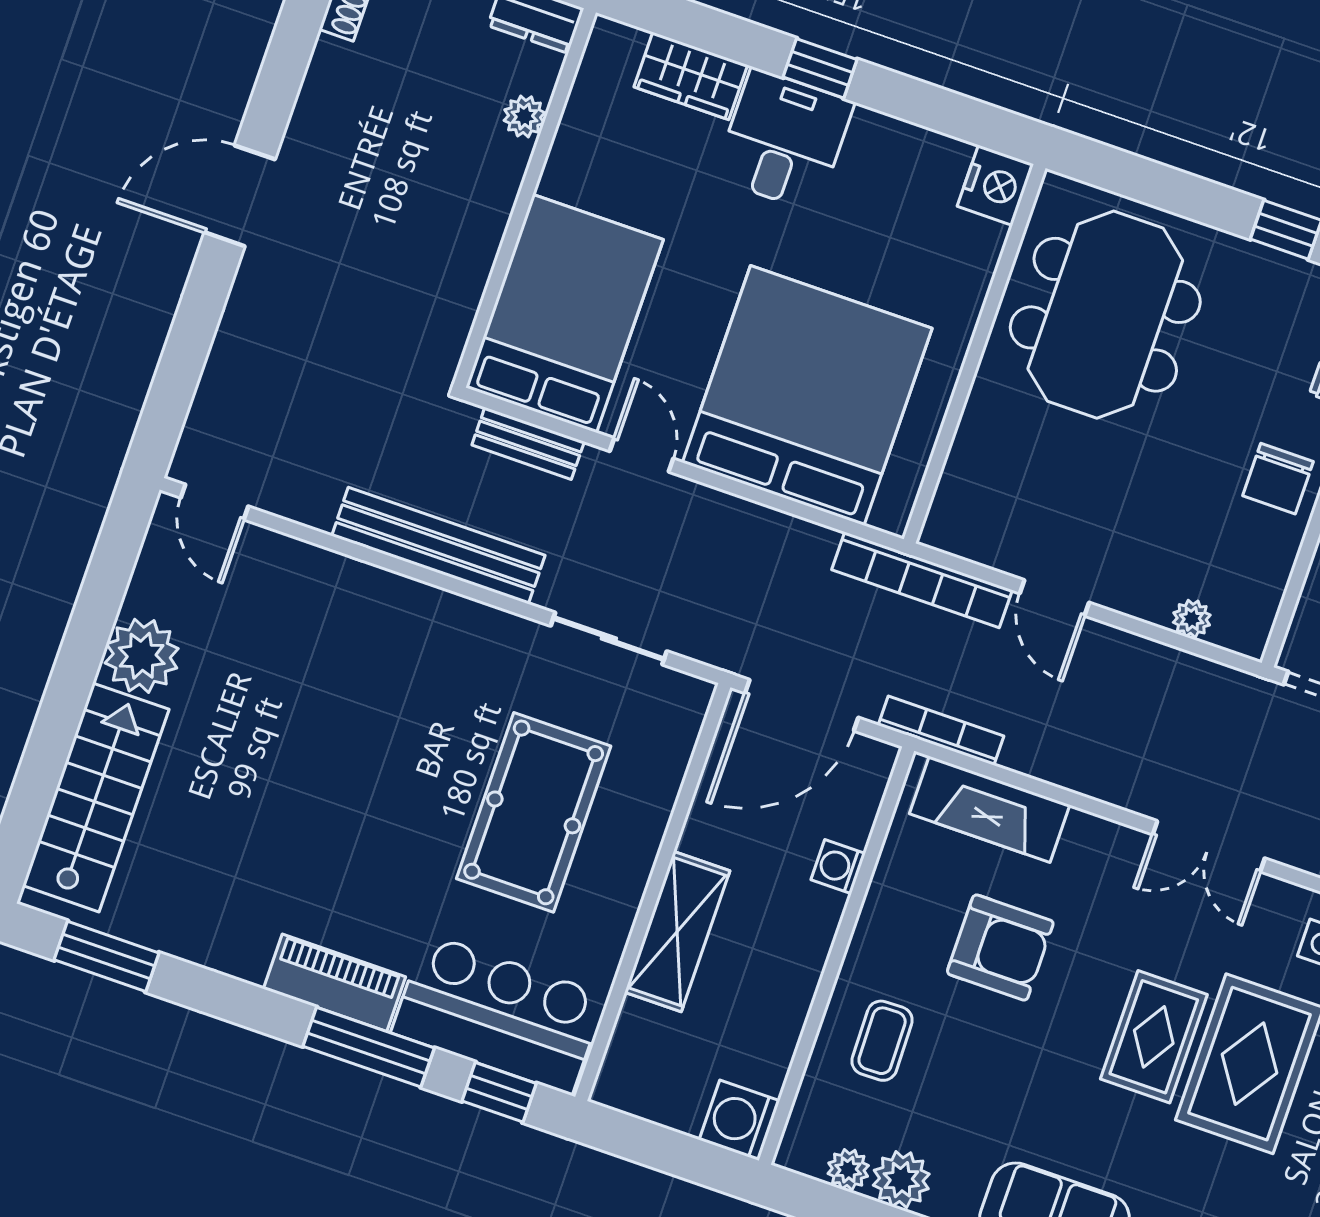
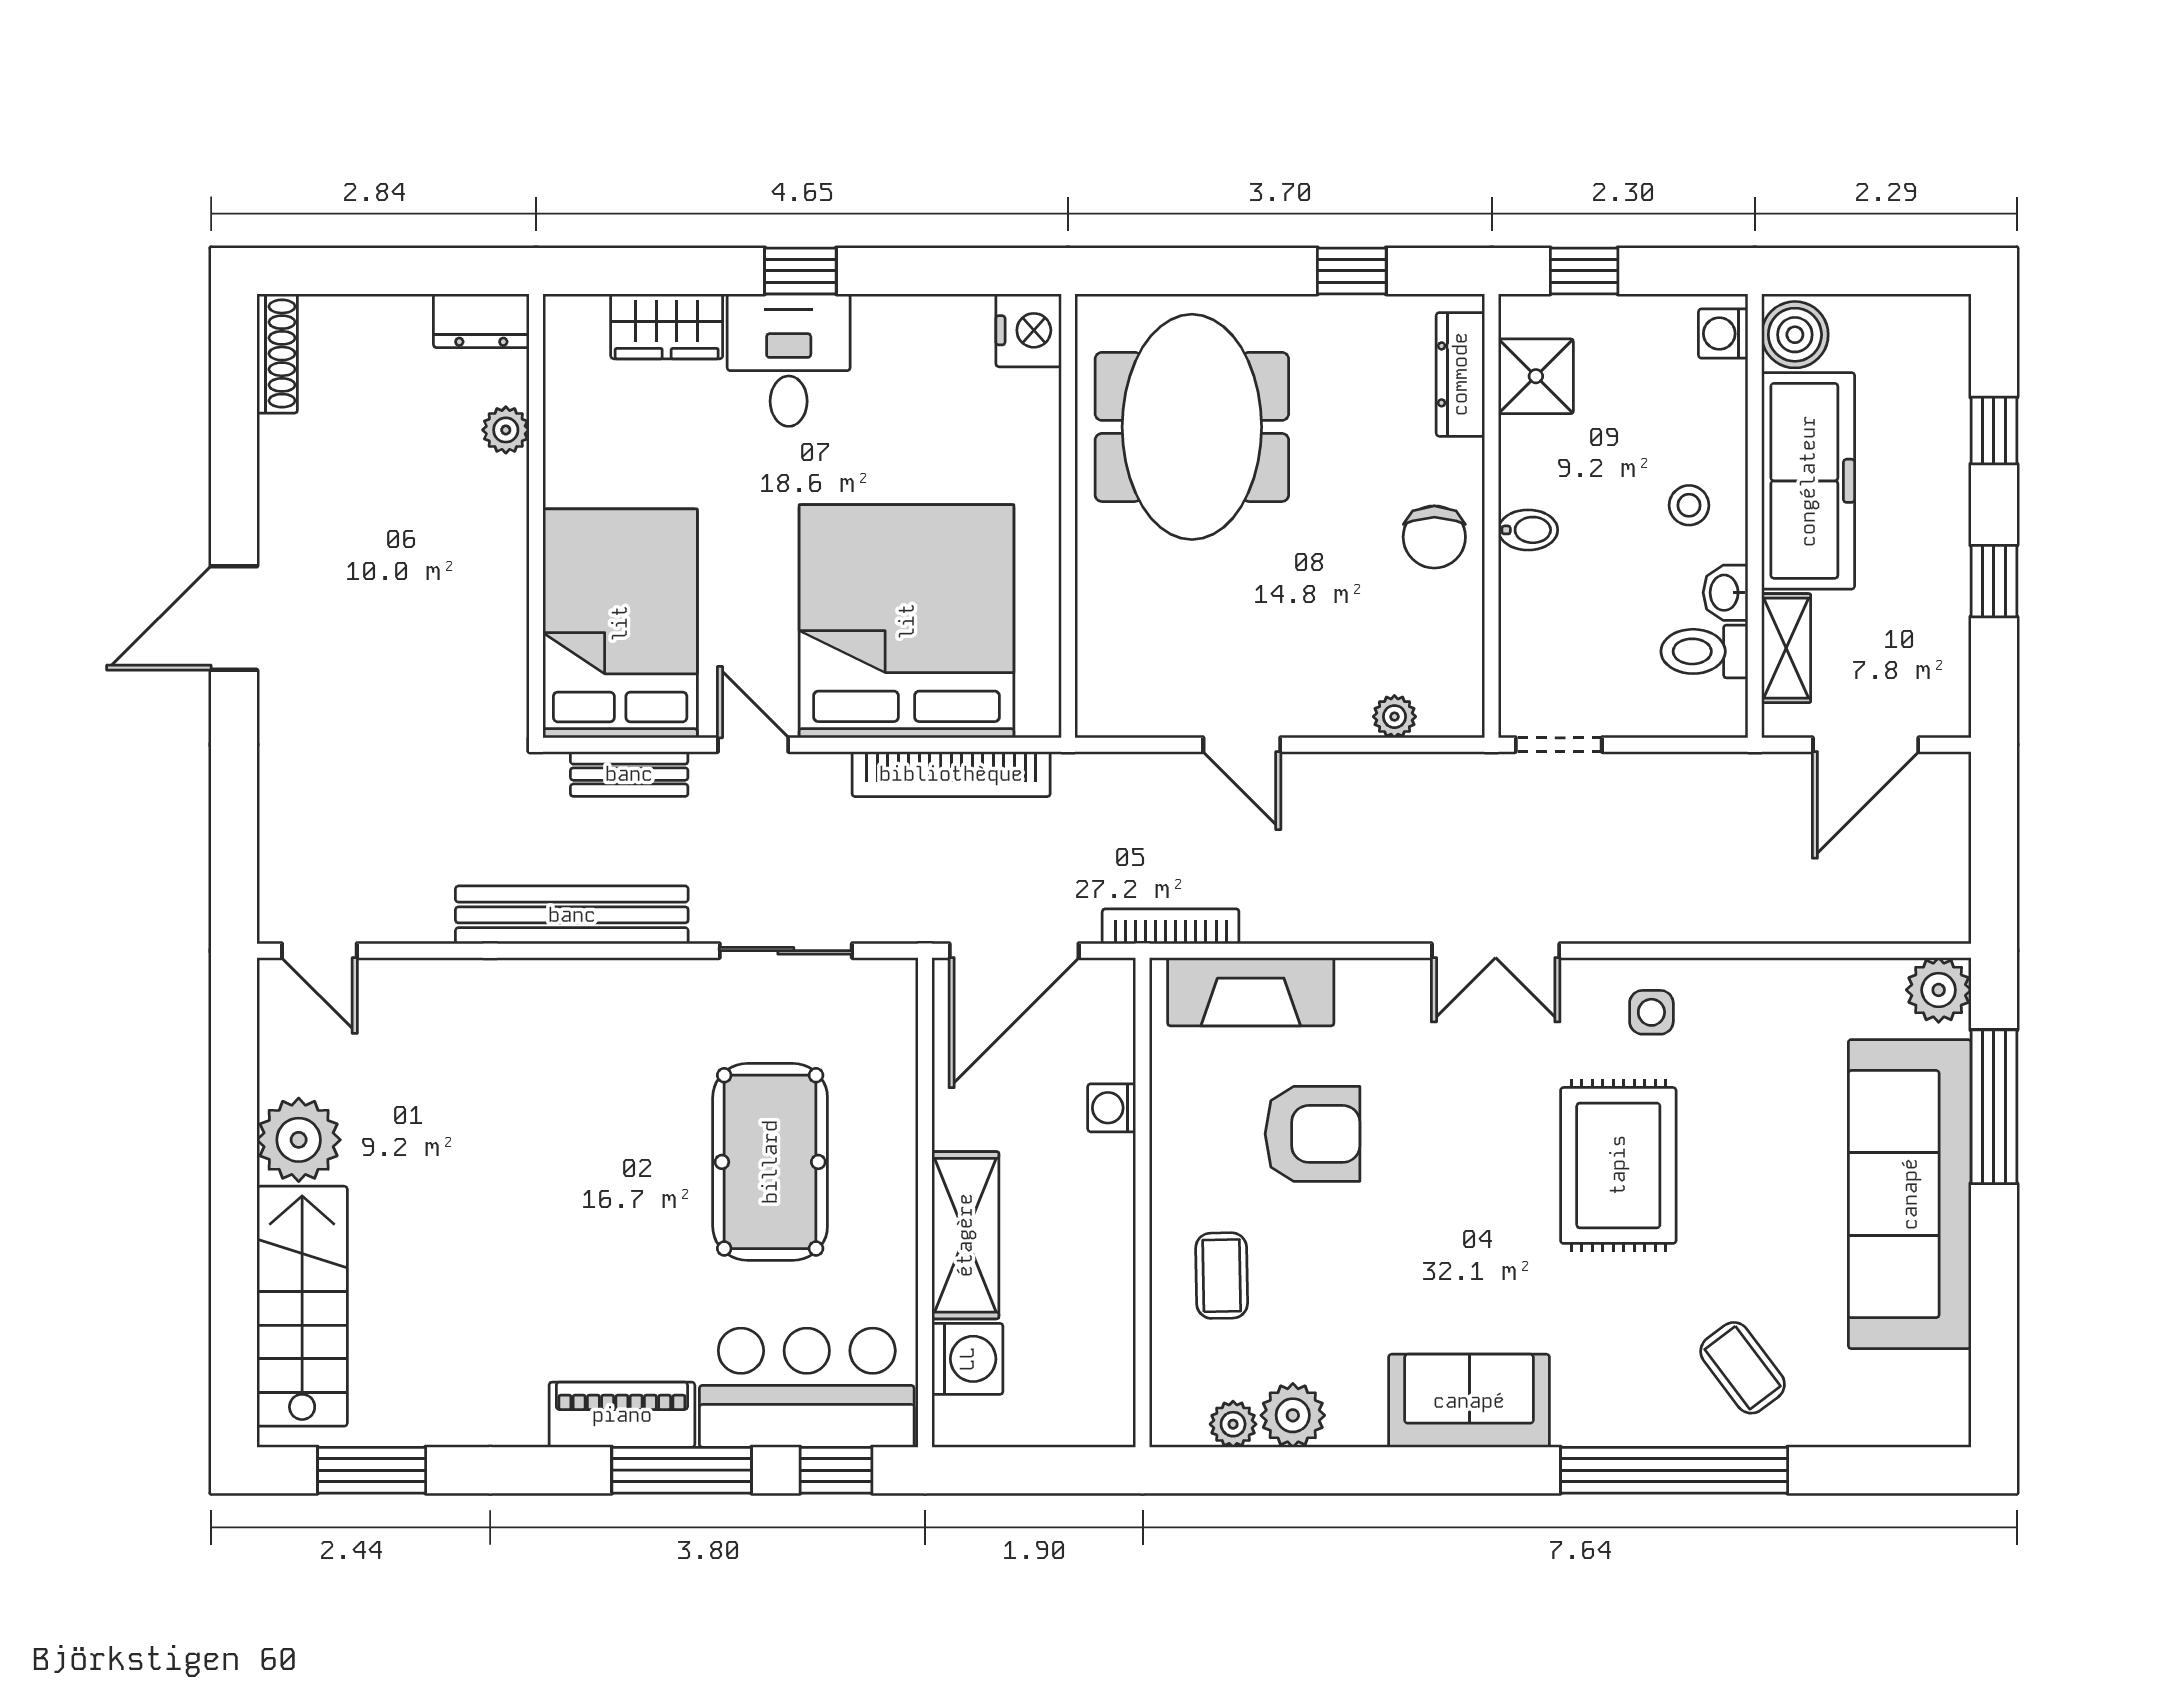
bookcase: (922, 580) -> (951, 774), moved
rug: (1154, 1037) -> (1507, 1172), removed
washing machine: (739, 1120) -> (967, 1359), moved, turned 180

